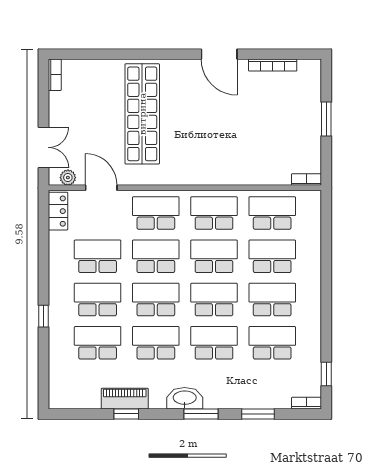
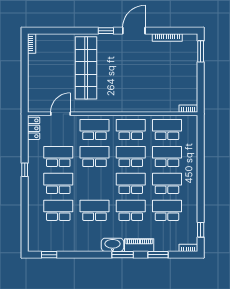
window: (174, 54) -> (106, 31), added
door: (219, 54) -> (134, 31), swing flipped
window: (326, 119) -> (201, 51), moved
double door: (44, 147) -> (25, 89), removed
plant: (68, 178) -> (40, 107), removed
door: (101, 188) -> (61, 114), hinge flipped
school desk: (156, 300) -> (95, 183), removed
window: (44, 316) -> (25, 170), moved
piano: (125, 399) -> (139, 245), moved
window: (126, 414) -> (49, 255), moved

